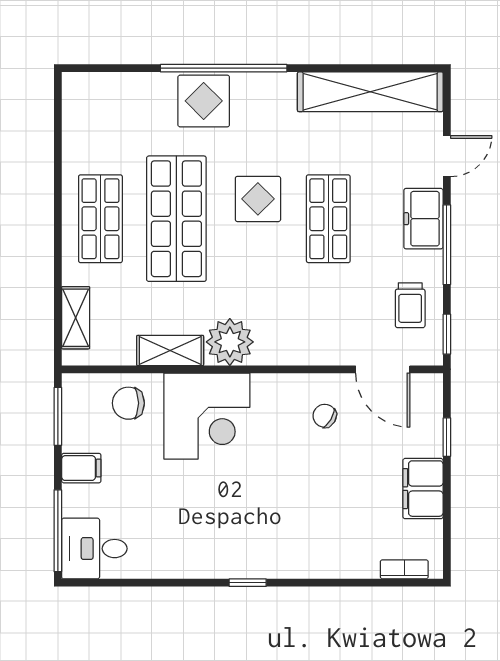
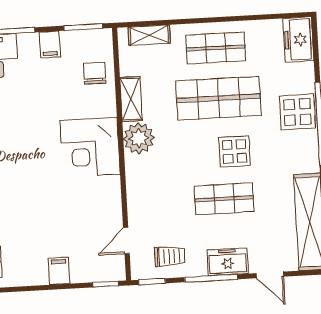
freezer: (95, 93) -> (298, 40), added
trolley: (410, 305) -> (170, 256), turned 180
door: (383, 369) -> (126, 240), width x0.73
corner desk: (207, 416) -> (90, 147), moved
chair: (325, 416) -> (93, 204), removed
window: (447, 437) -> (106, 284), moved
filing cabinet: (423, 489) -> (59, 271), width x0.50

